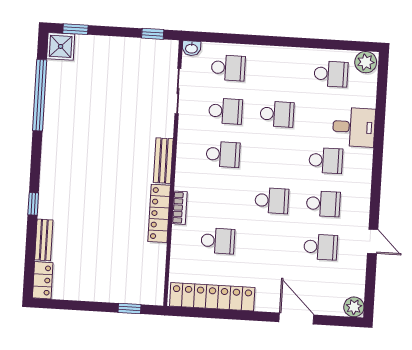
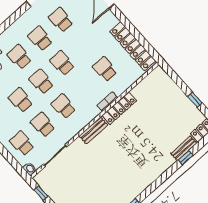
school desk: (274, 157) -> (41, 82), added
window: (33, 204) -> (186, 158), moved
window: (130, 309) -> (195, 100), moved

